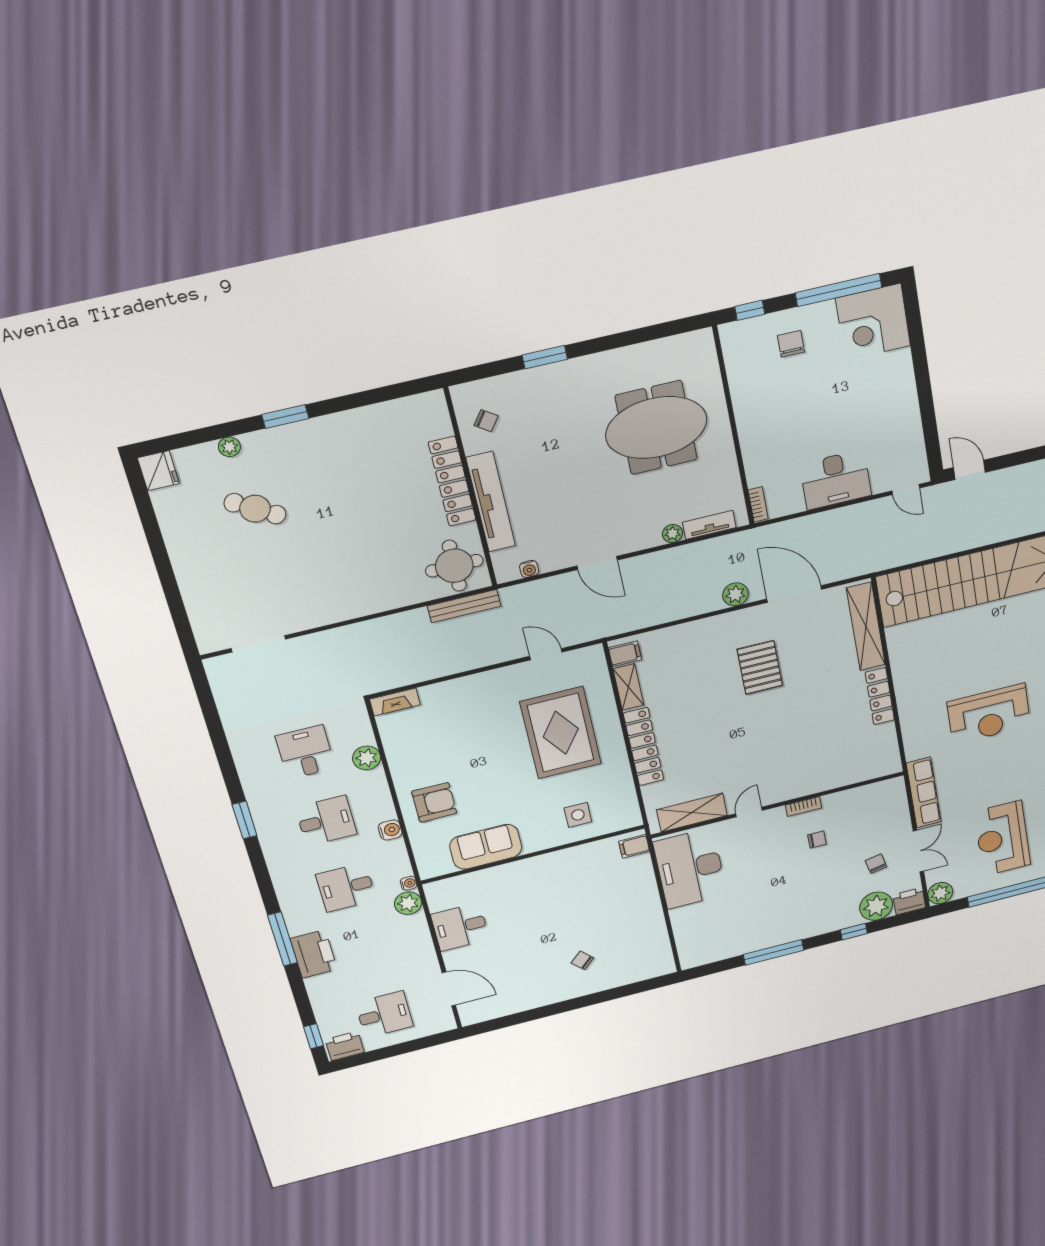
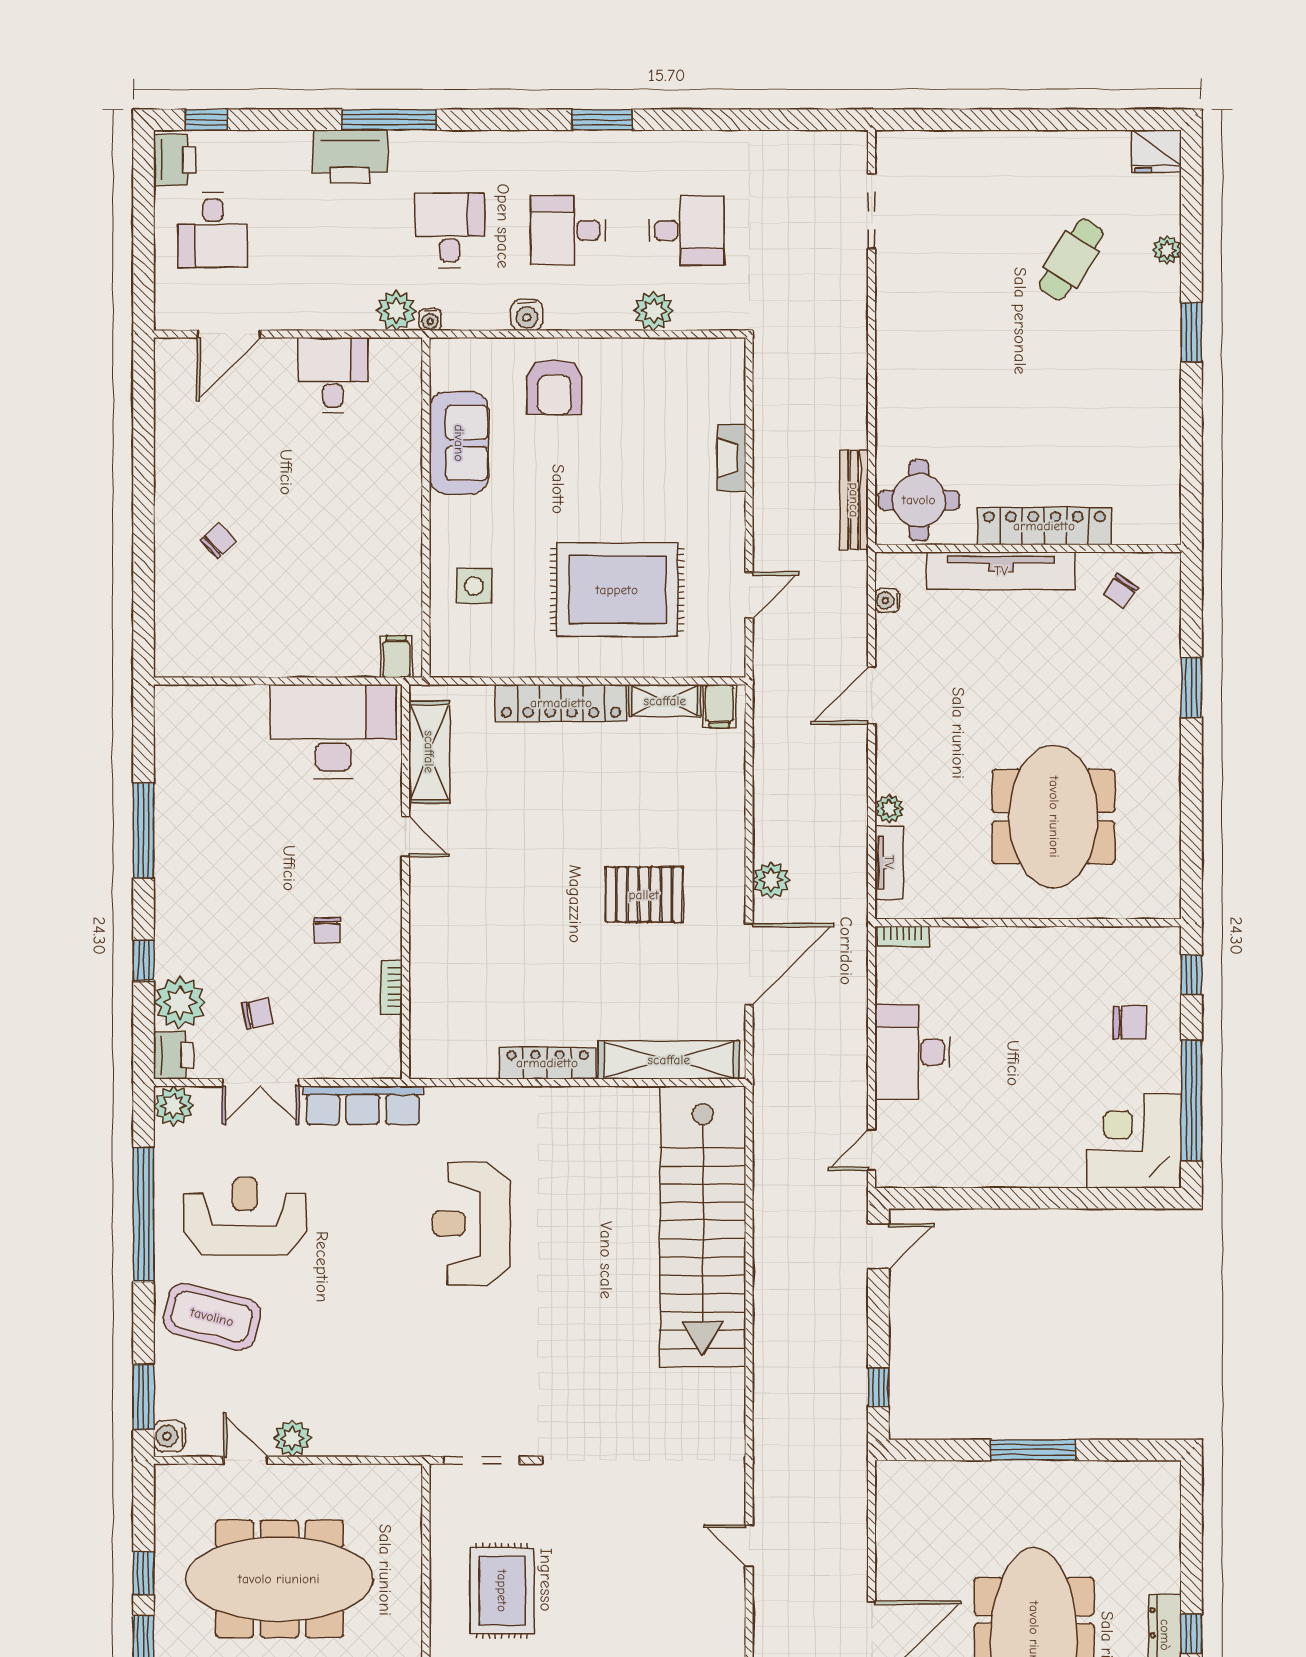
fireplace: (395, 702) -> (731, 458), moved
bookcase: (804, 806) -> (391, 987), moved
desk: (326, 821) -> (568, 230), turned 90

